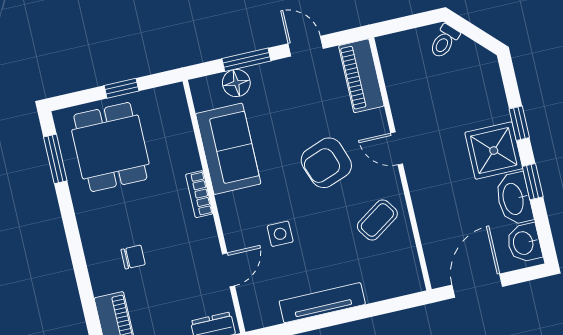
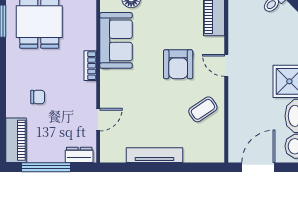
armchair: (326, 163) -> (178, 64), turned -70
side table: (280, 234) -> (137, 104), removed

